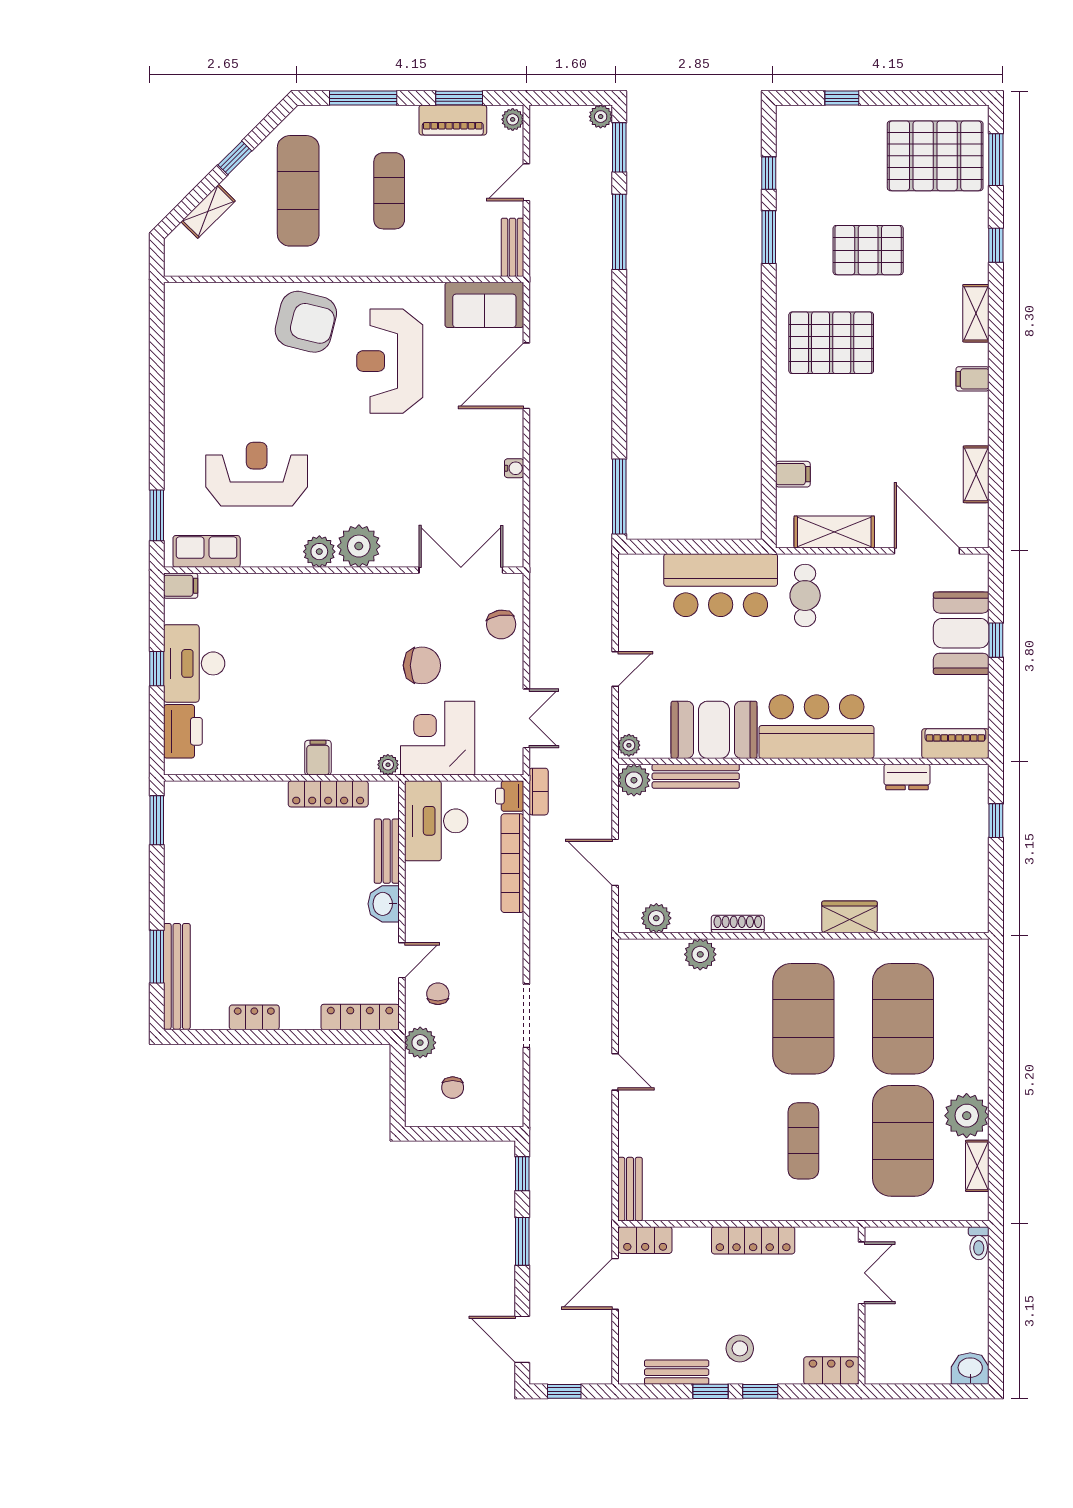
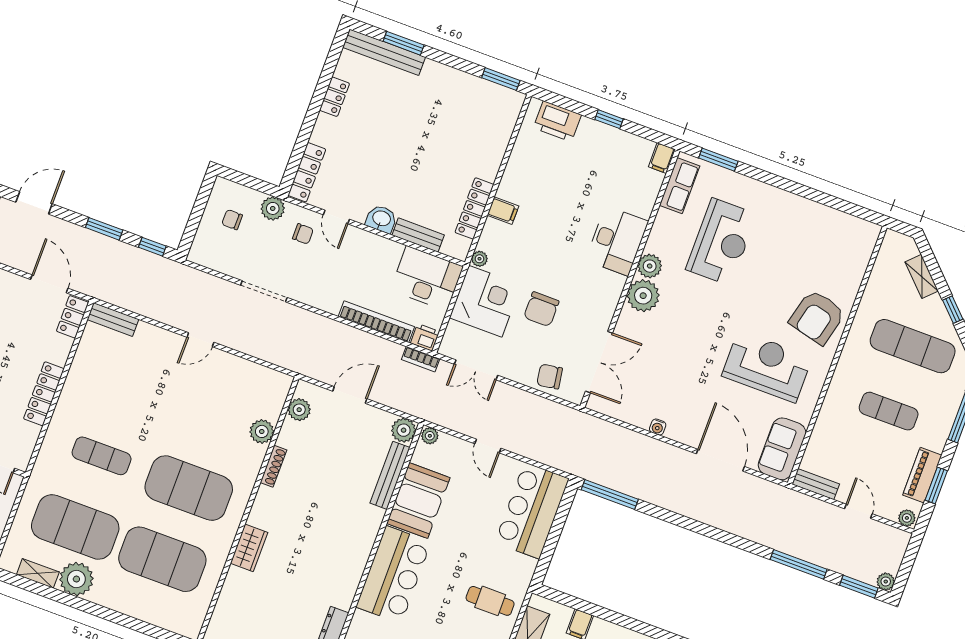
bar counter: (721, 585) -> (532, 511), moved
desk: (194, 663) -> (617, 241), moved, turned 90

